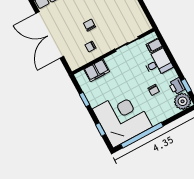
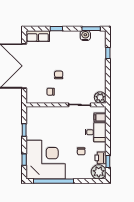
plant: (144, 25) -> (100, 97), added
filing cabinet: (97, 70) -> (45, 113), removed

